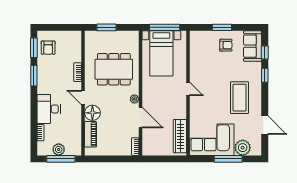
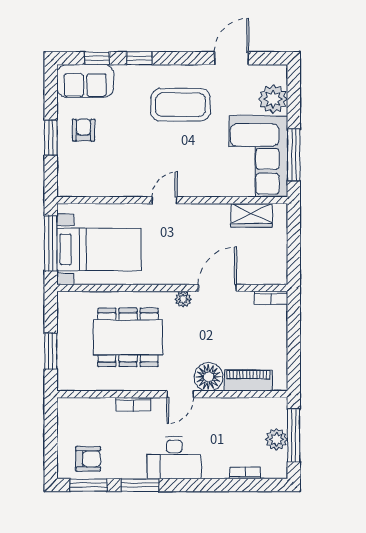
dining table: (114, 69) -> (128, 337), turned 90
desk: (49, 109) -> (174, 458), moved
wardrobe: (180, 136) -> (252, 215), width x0.67
window: (228, 159) -> (294, 155), moved

